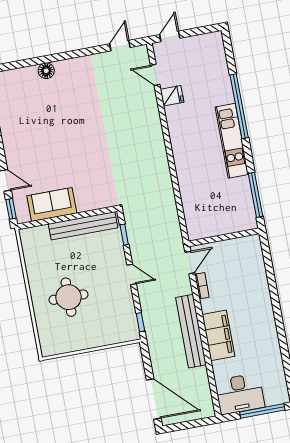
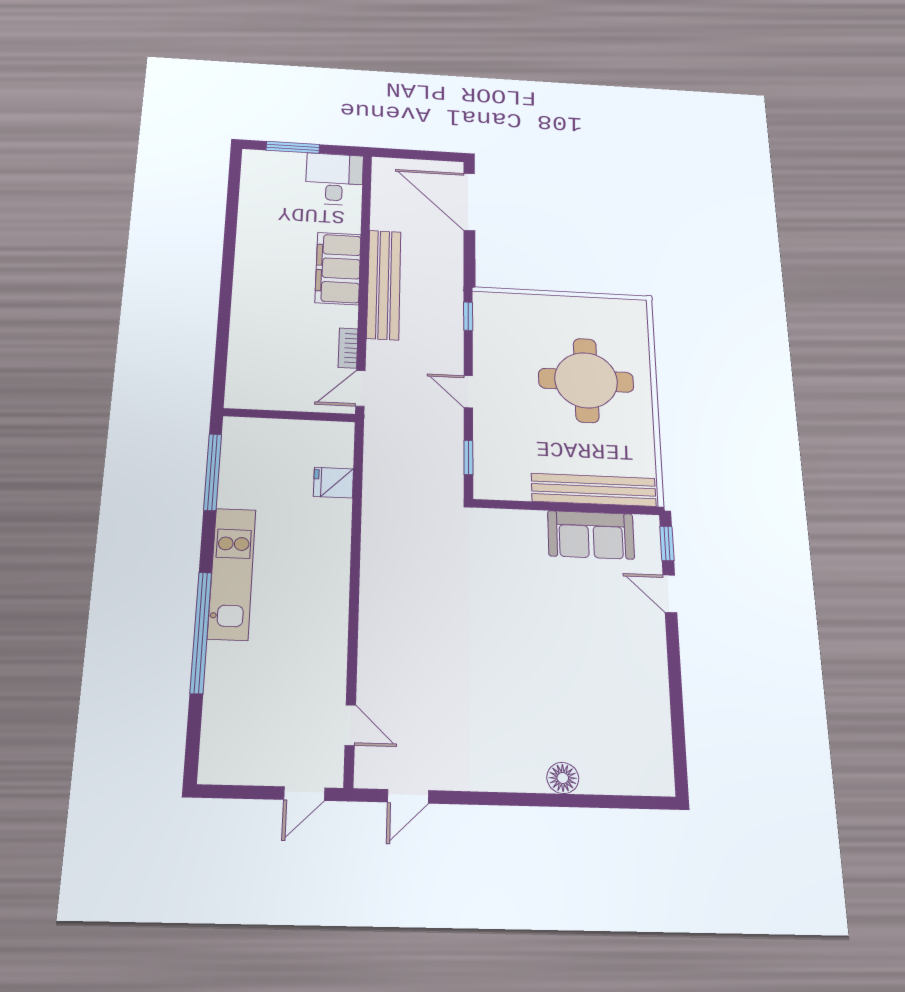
fridge: (172, 96) -> (333, 483), moved
bench: (83, 226) -> (594, 490), moved
round table: (68, 297) -> (586, 380), width x1.36, depth x1.36
desk: (240, 394) -> (334, 179), width x0.73
window: (262, 411) -> (293, 147), width x0.69

